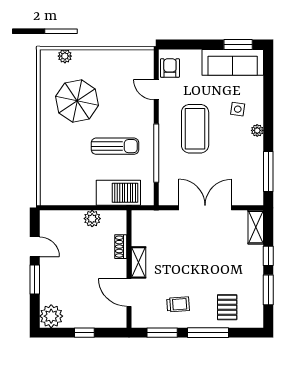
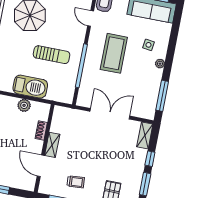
barbecue: (118, 193) -> (30, 87), moved

